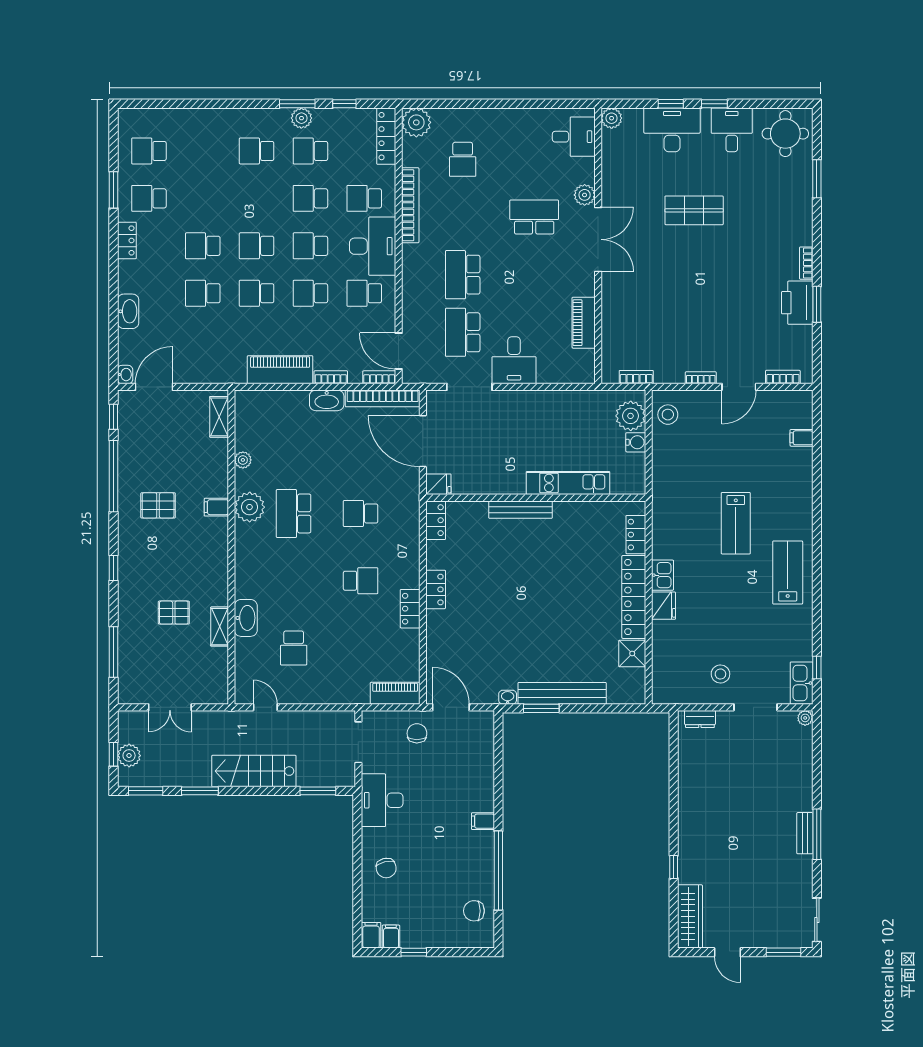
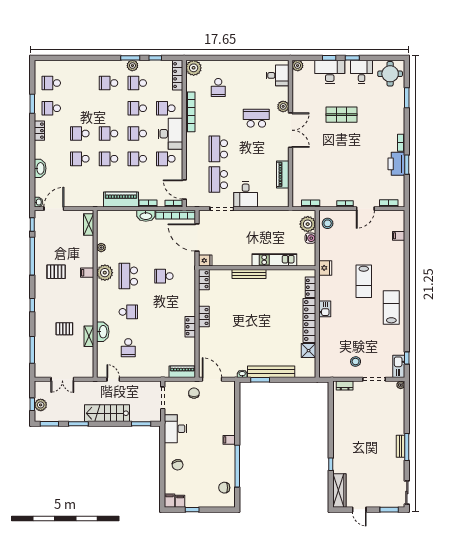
school desk: (361, 581) -> (128, 312), moved
fridge: (663, 606) -> (325, 268), moved

